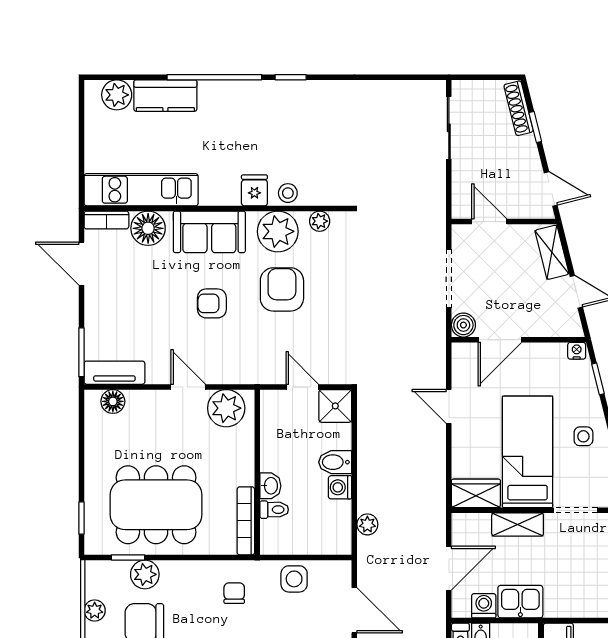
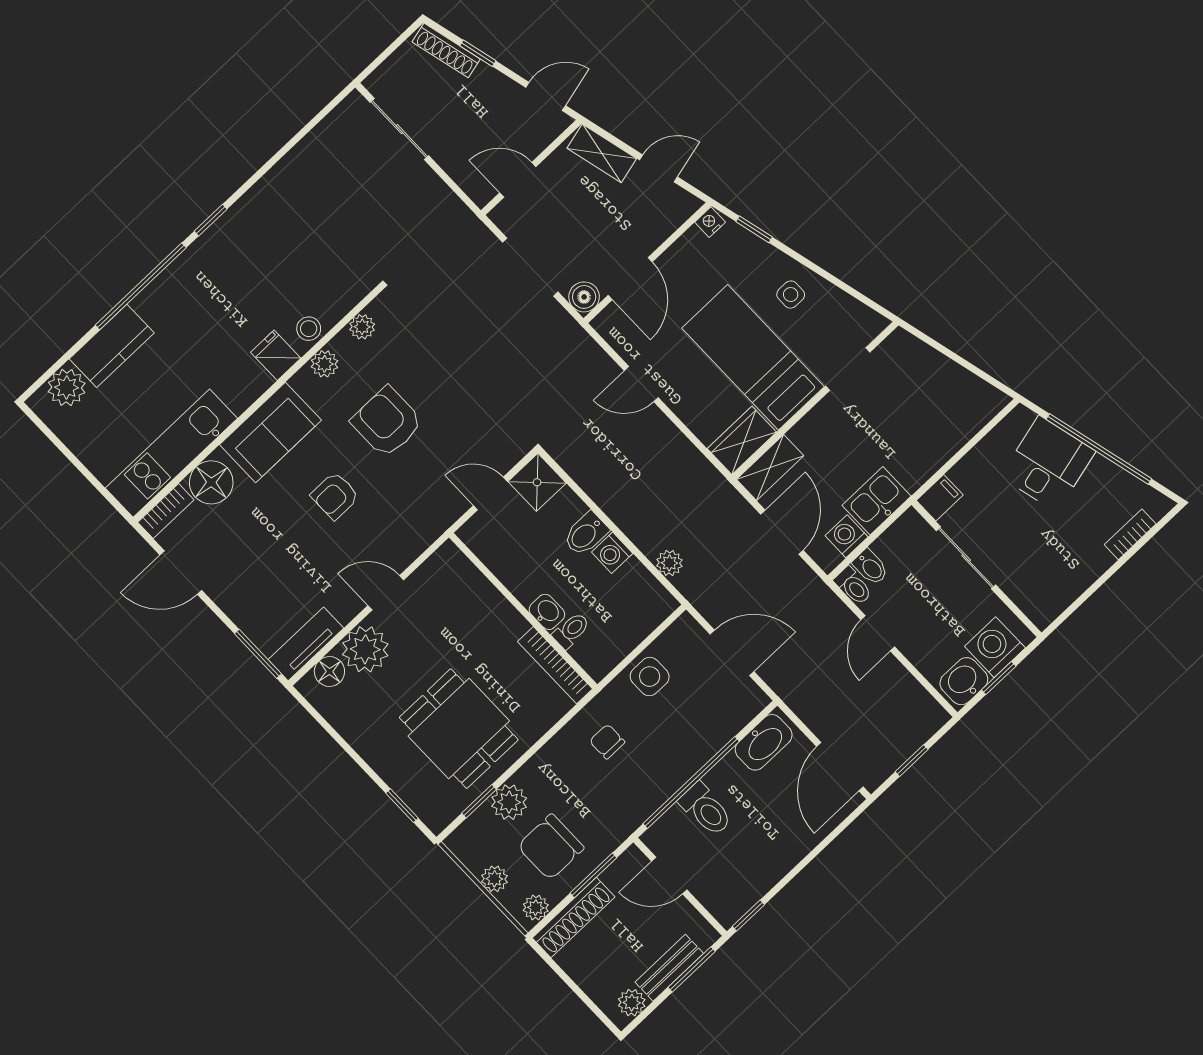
plant: (278, 231) -> (325, 364), width x0.53, depth x0.53
plant: (226, 408) -> (365, 649), moved
dining table: (156, 505) -> (459, 729), width x0.73
shelving: (518, 525) -> (770, 468), moved

